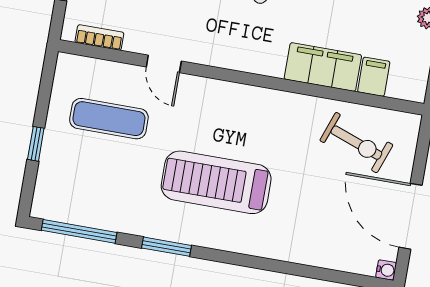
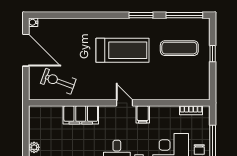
door: (164, 64) -> (125, 103), moved
filing cabinet: (374, 77) -> (143, 114), moved
exercise mat: (109, 119) -> (179, 48), moved

